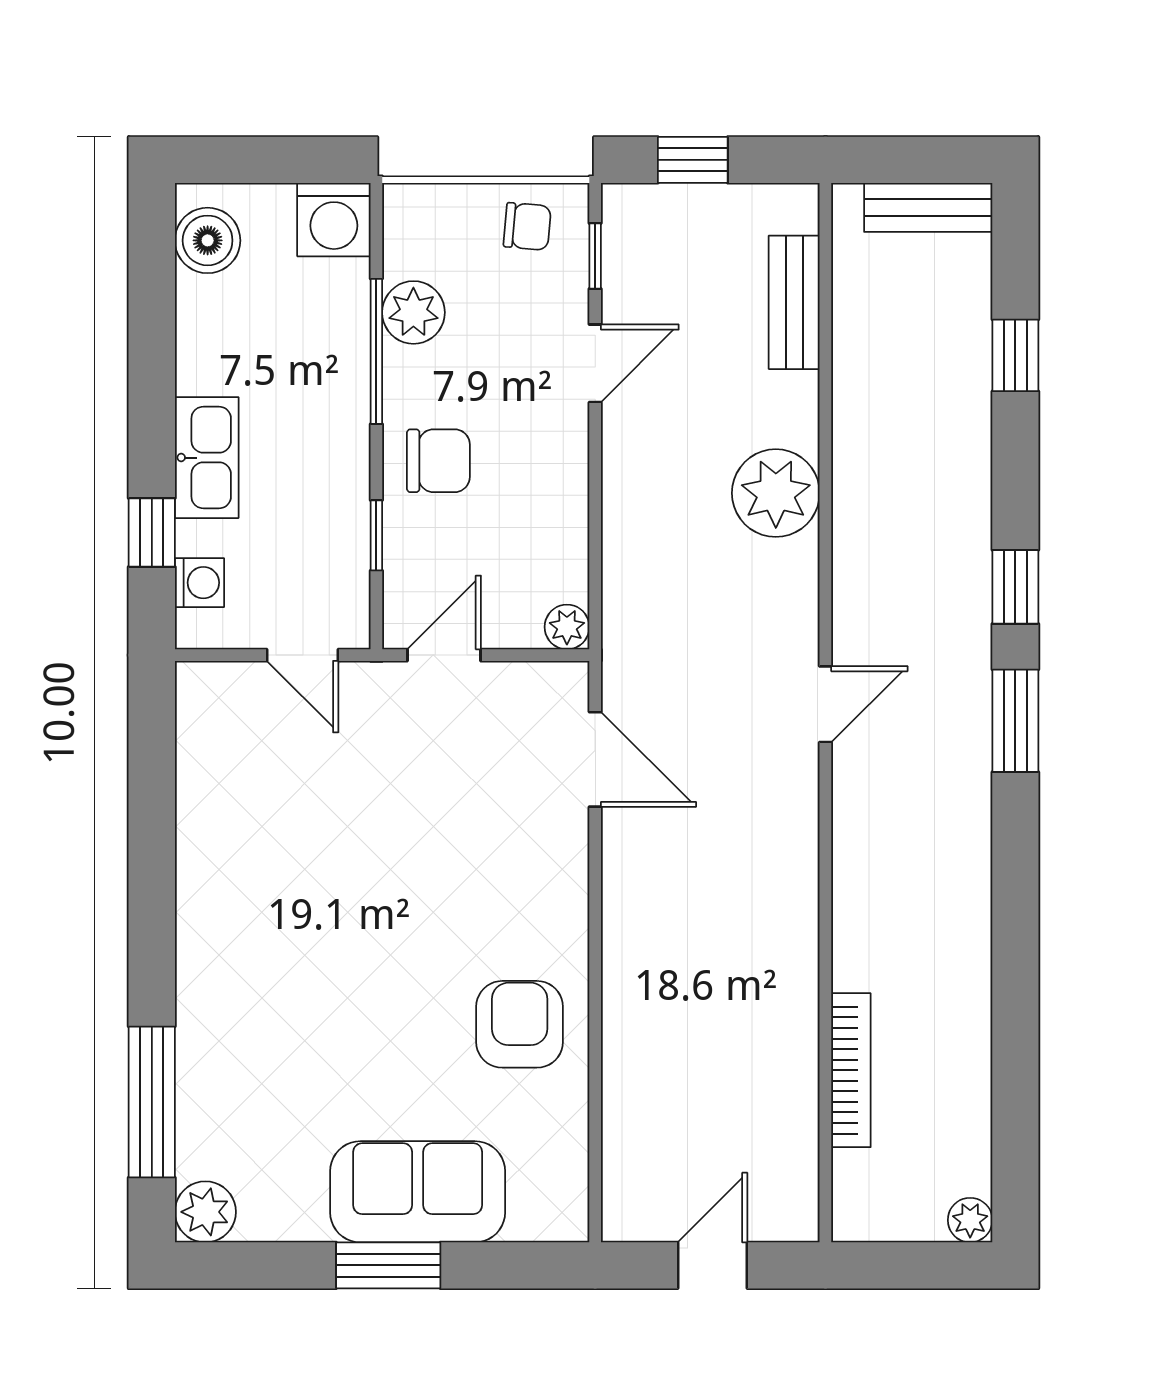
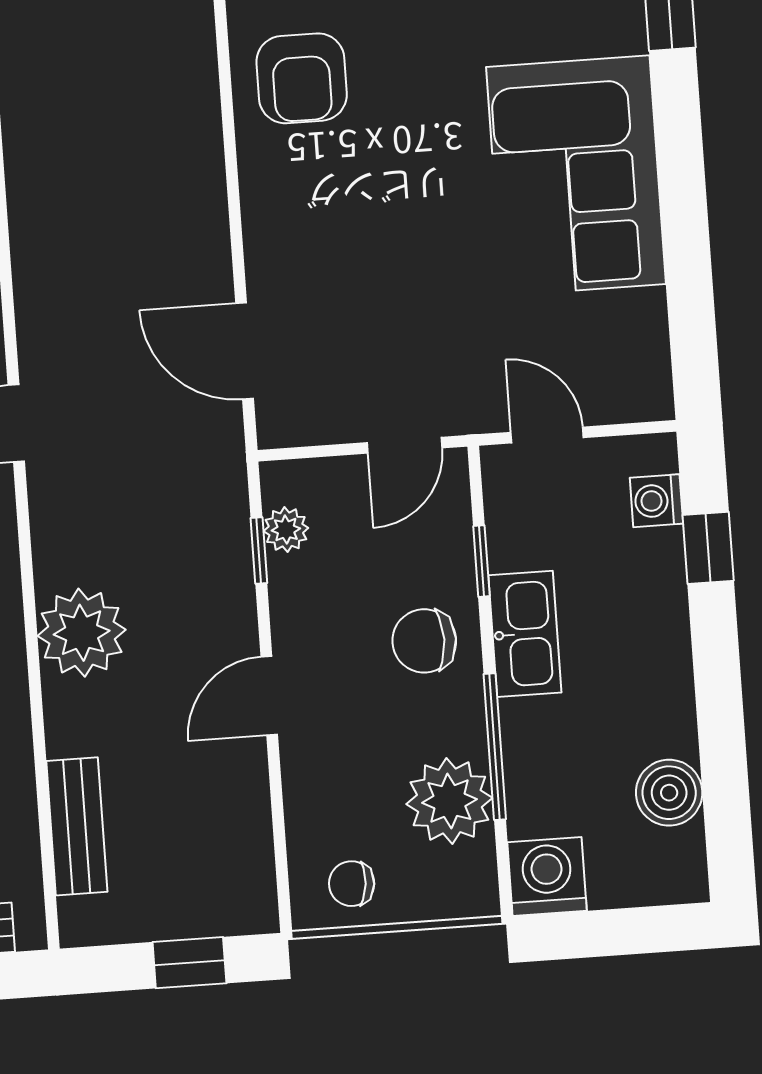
boiler: (208, 240) -> (669, 793), moved
window: (595, 256) -> (259, 550), moved
plant: (413, 312) -> (449, 801), width x1.36, depth x1.36
door: (595, 363) -> (269, 696), moved
kitchen sink: (207, 458) -> (525, 634), moved, turned 180
plant: (567, 627) -> (286, 530), moved
corner sofa: (256, 909) -> (576, 176), added

